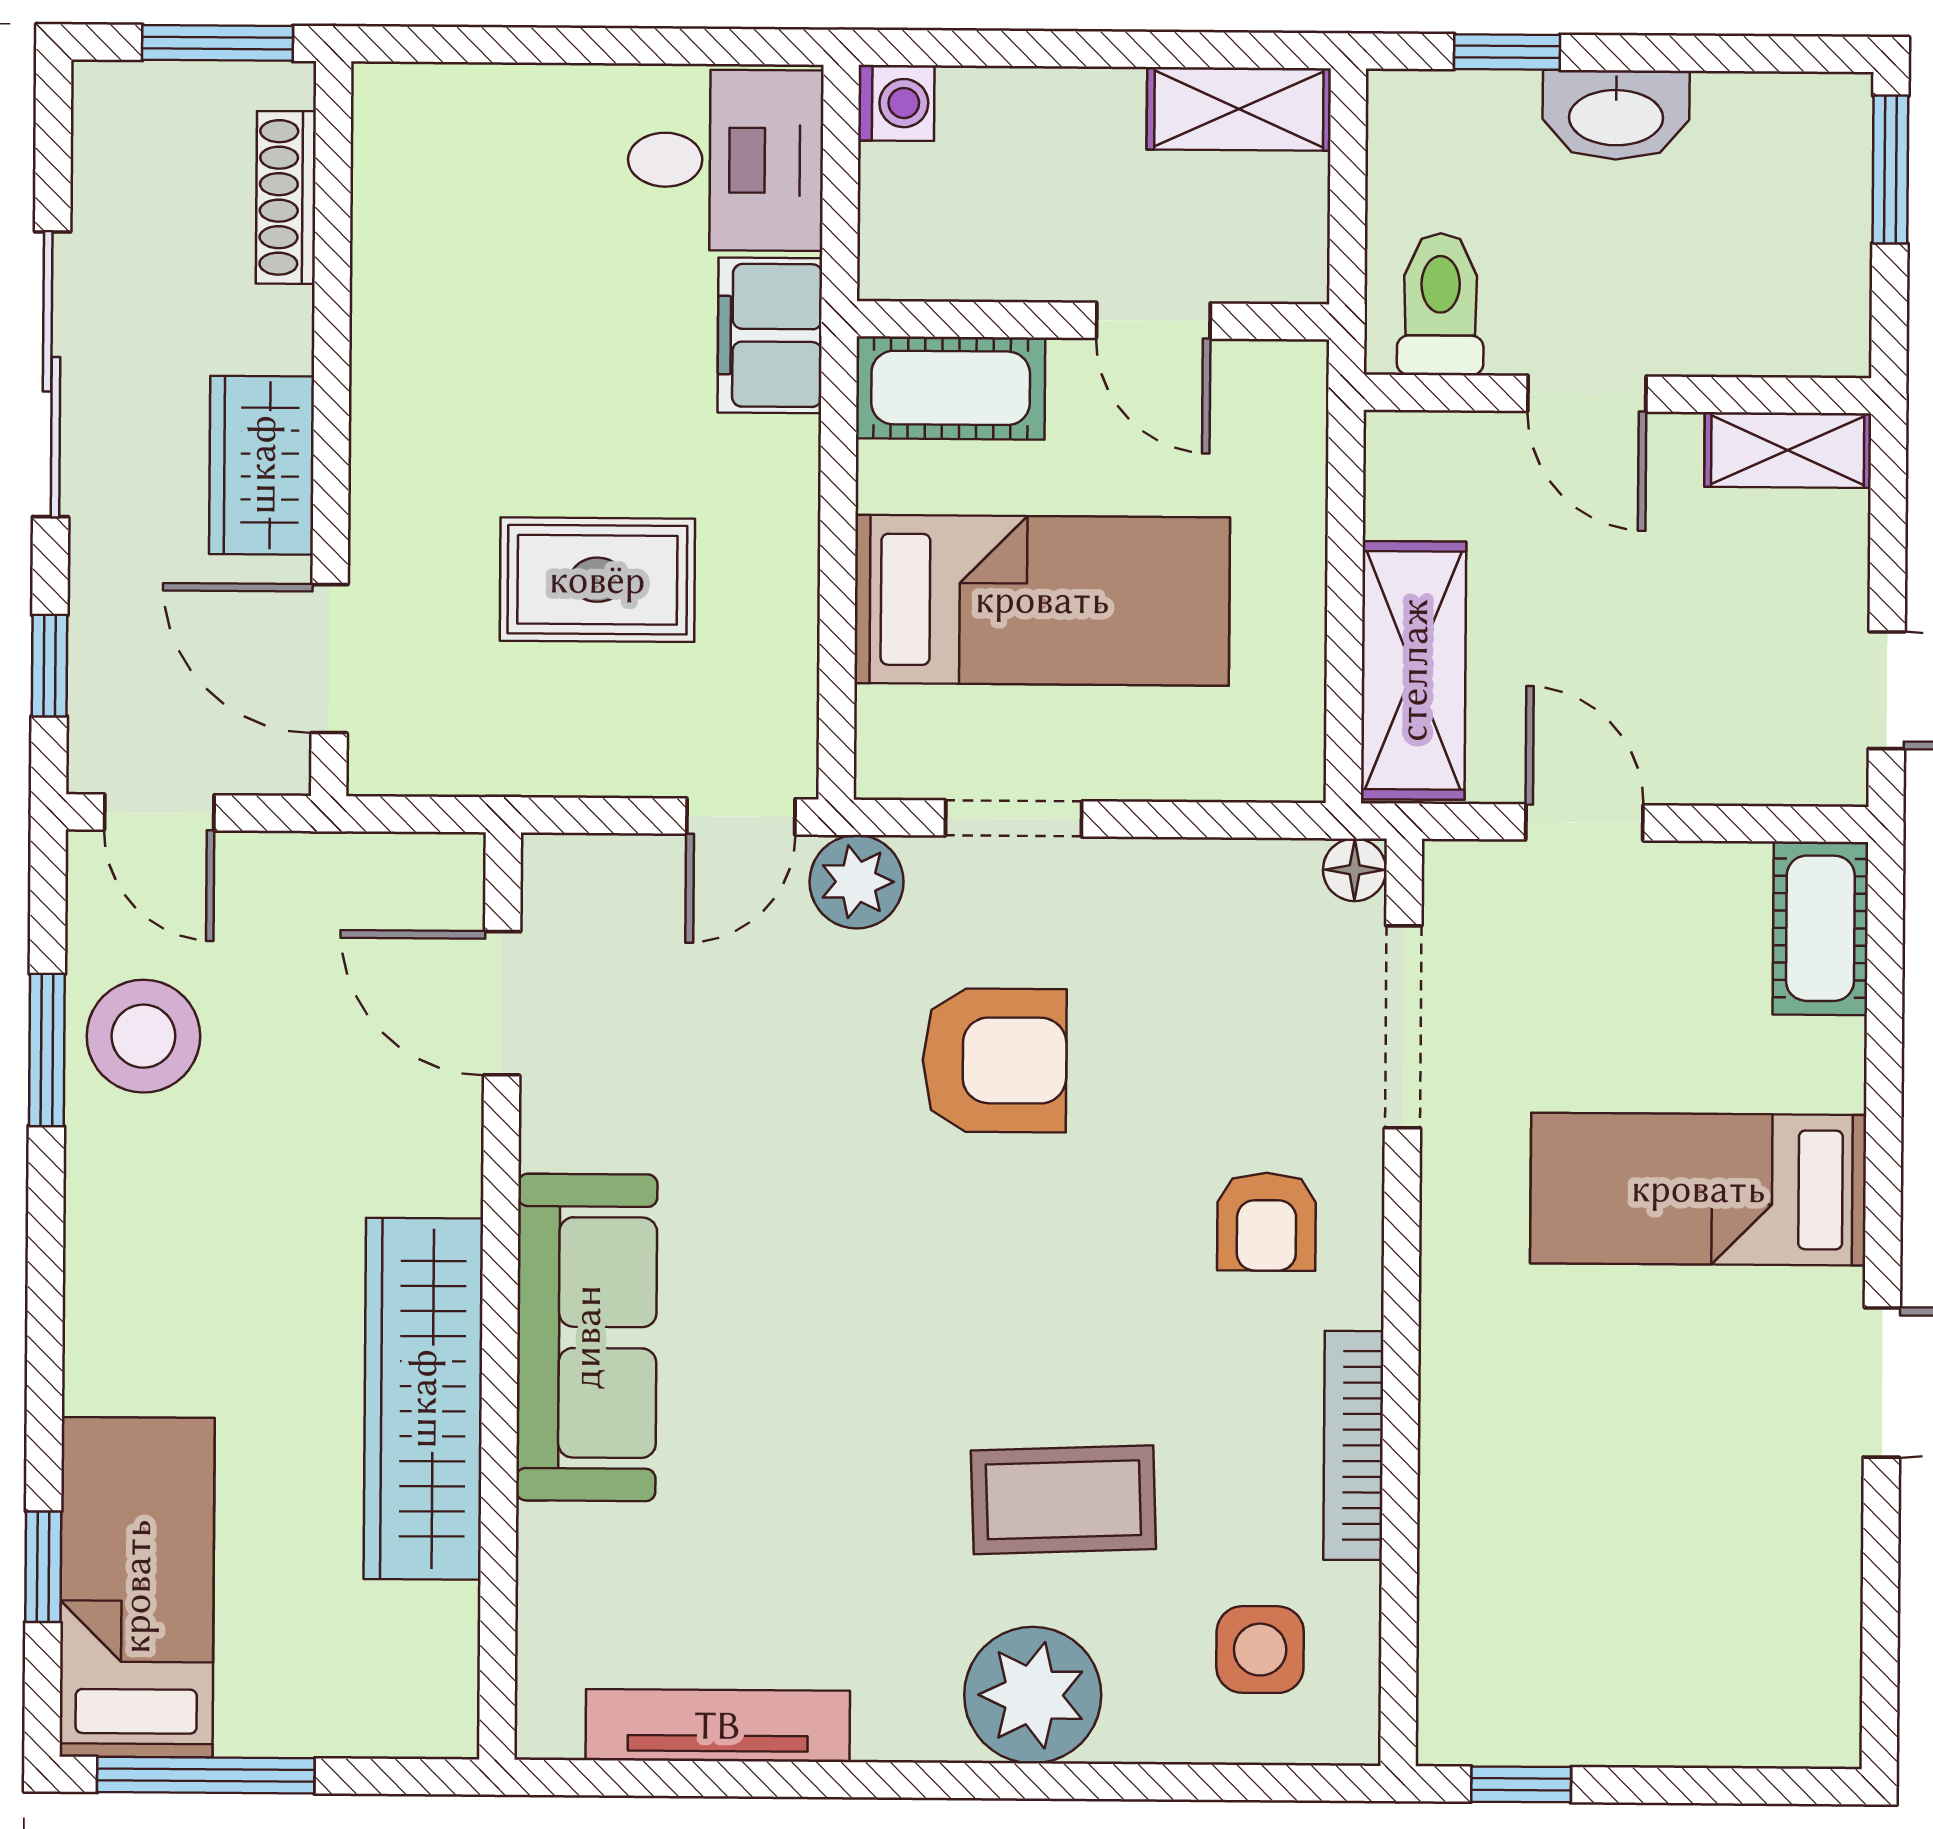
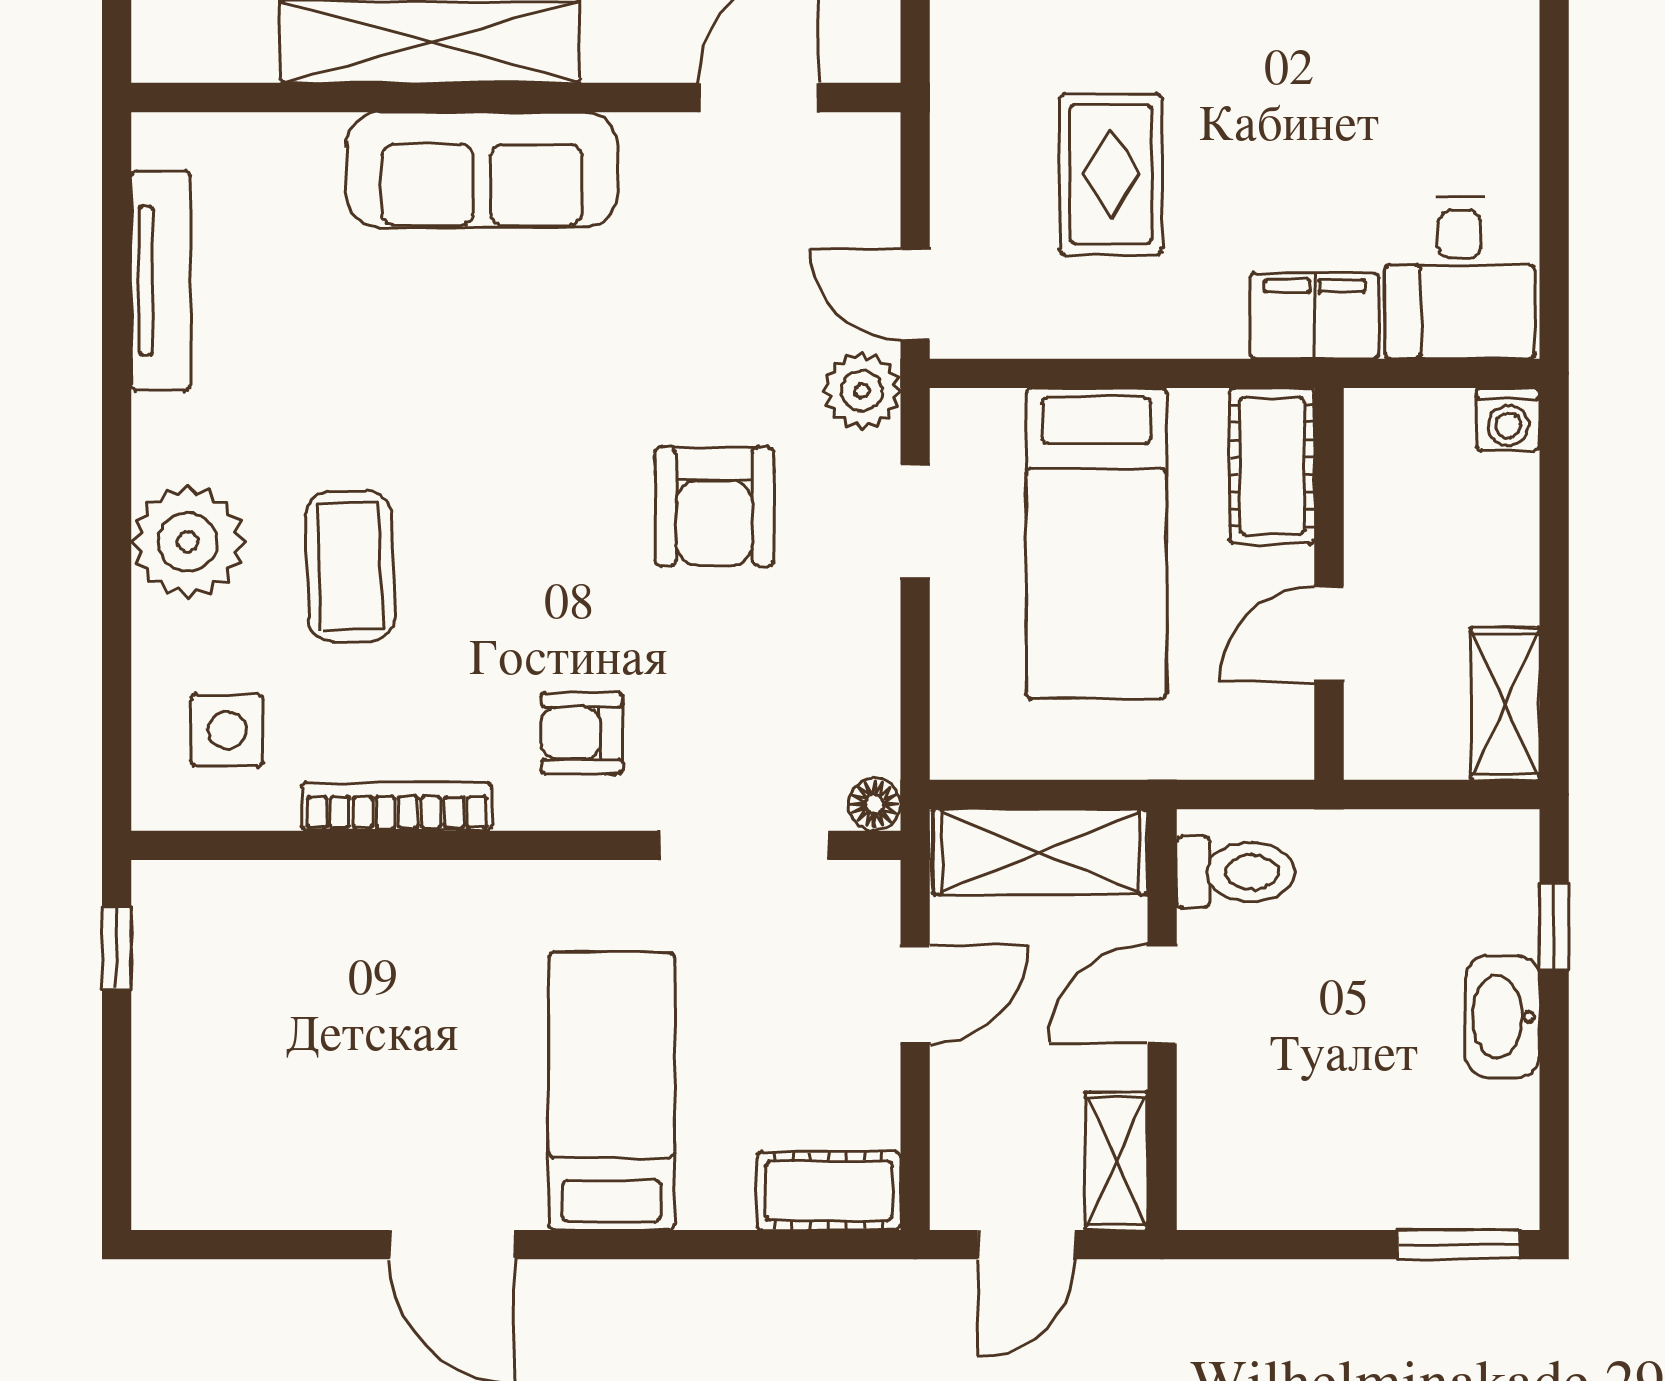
toilet: (1440, 304) -> (1235, 872), moved
door: (1587, 394) -> (1162, 994), moved
wall: (1618, 394) -> (1162, 1020), moved
shelving: (1788, 450) -> (1116, 1161), moved

